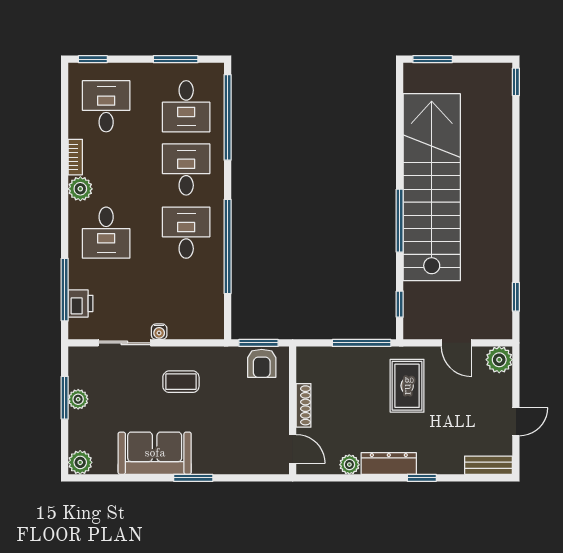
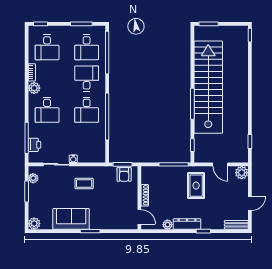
desk: (106, 106) -> (47, 47), turned 180
desk: (186, 233) -> (87, 110), turned 180
plant: (78, 399) -> (33, 178), moved

